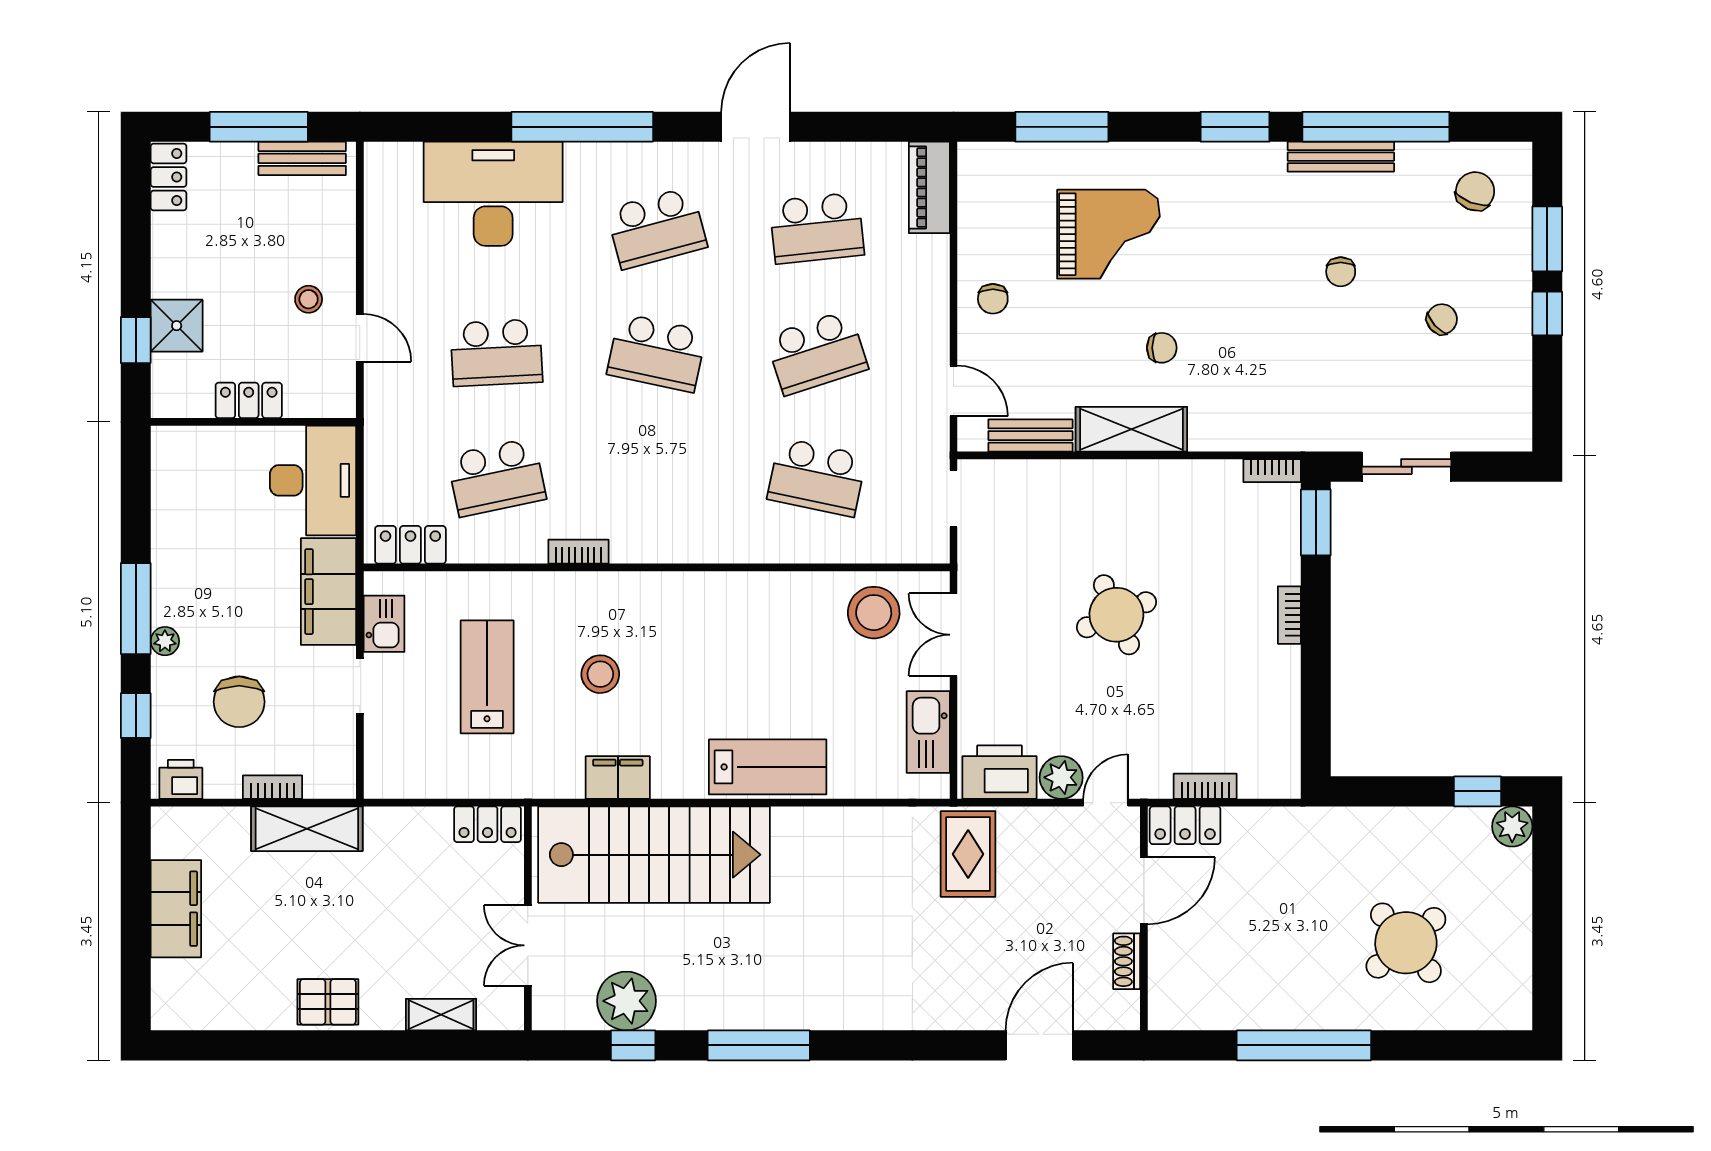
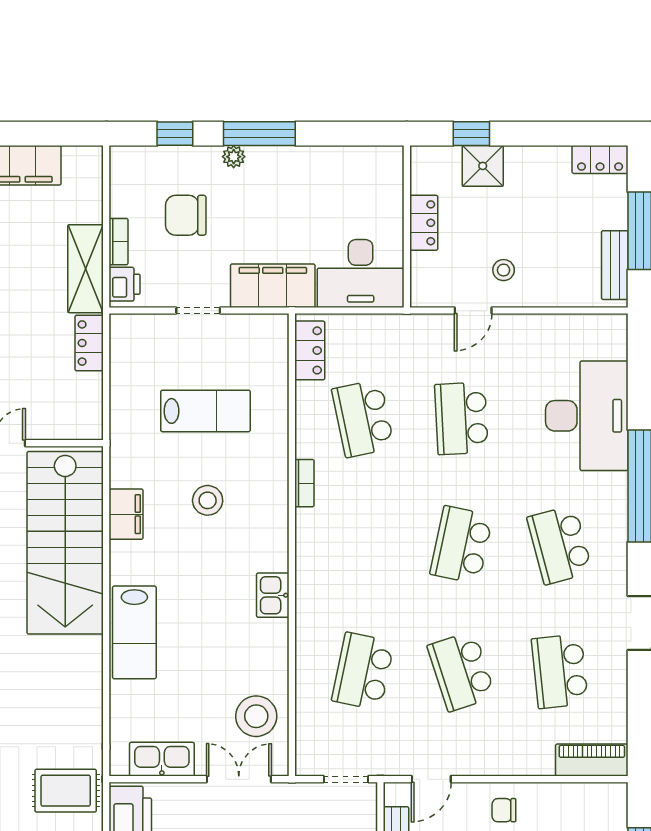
kitchen sink: (384, 624) -> (273, 595), moved, turned 90
printer: (181, 779) -> (125, 284), moved
locker: (488, 824) -> (89, 343), moved

